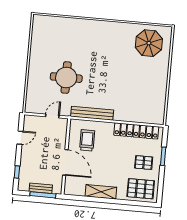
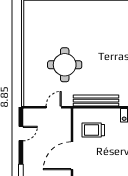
trolley: (87, 140) -> (93, 130), turned -90
door: (65, 162) -> (72, 156), swing flipped

